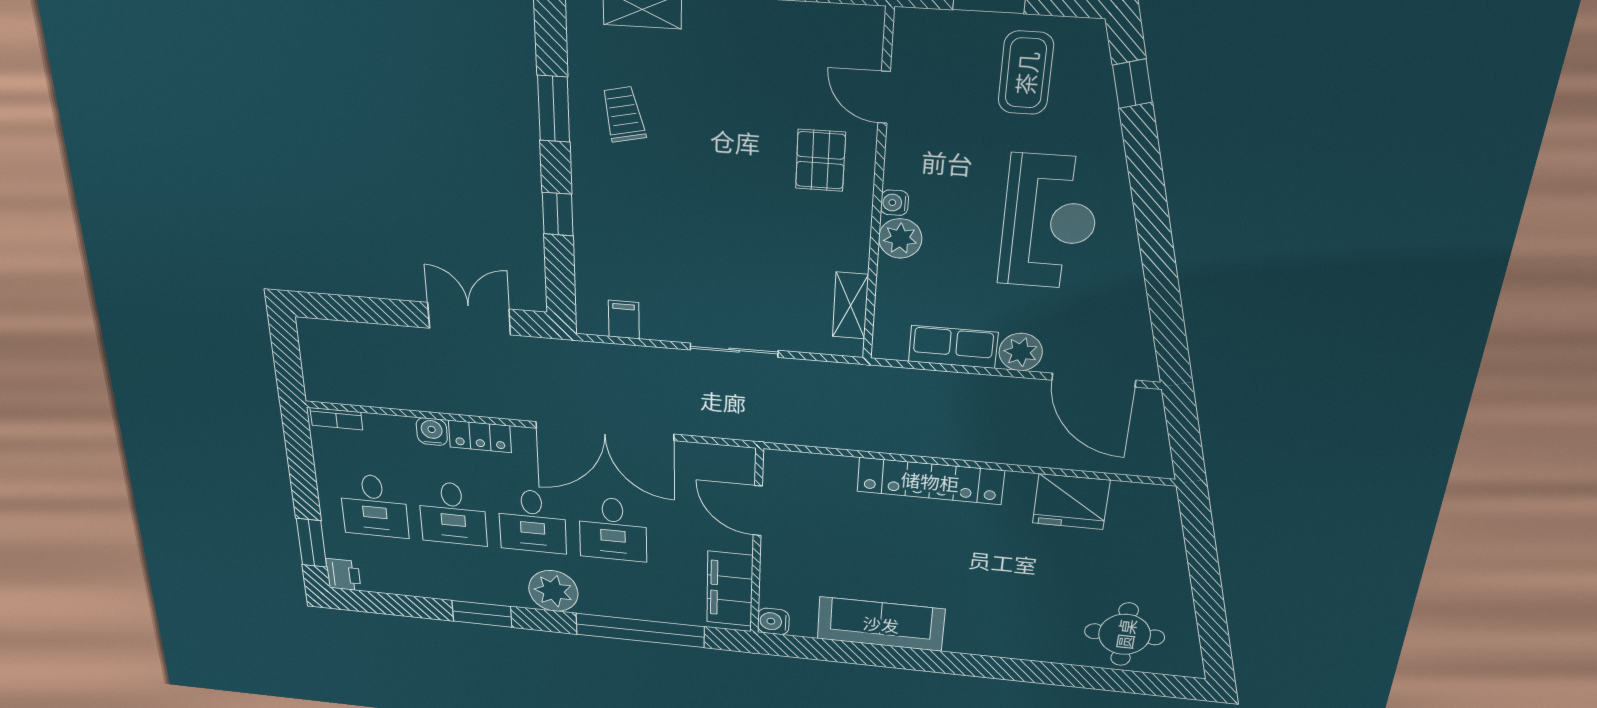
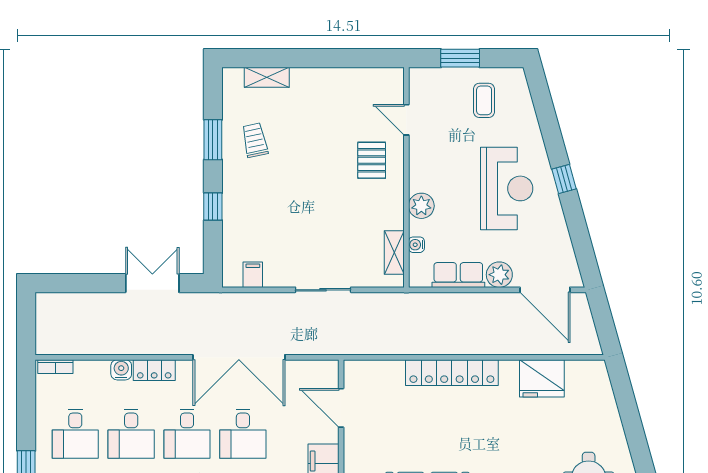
coffee table: (1026, 73) -> (484, 100), width x0.73, depth x0.77
window: (1132, 84) -> (564, 179), moved
water cooler: (894, 203) -> (416, 245), moved

